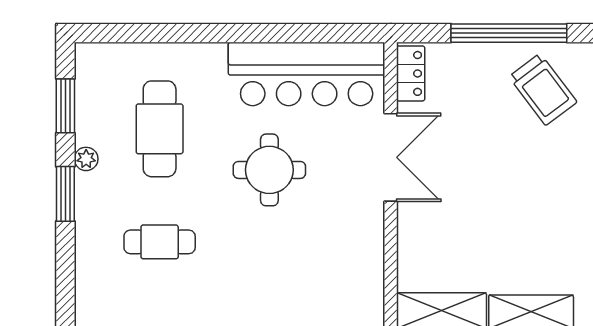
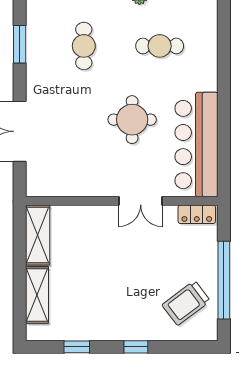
cafe table: (160, 129) -> (160, 46), width x0.73, depth x0.74
double door: (391, 157) -> (141, 201), width x0.73

